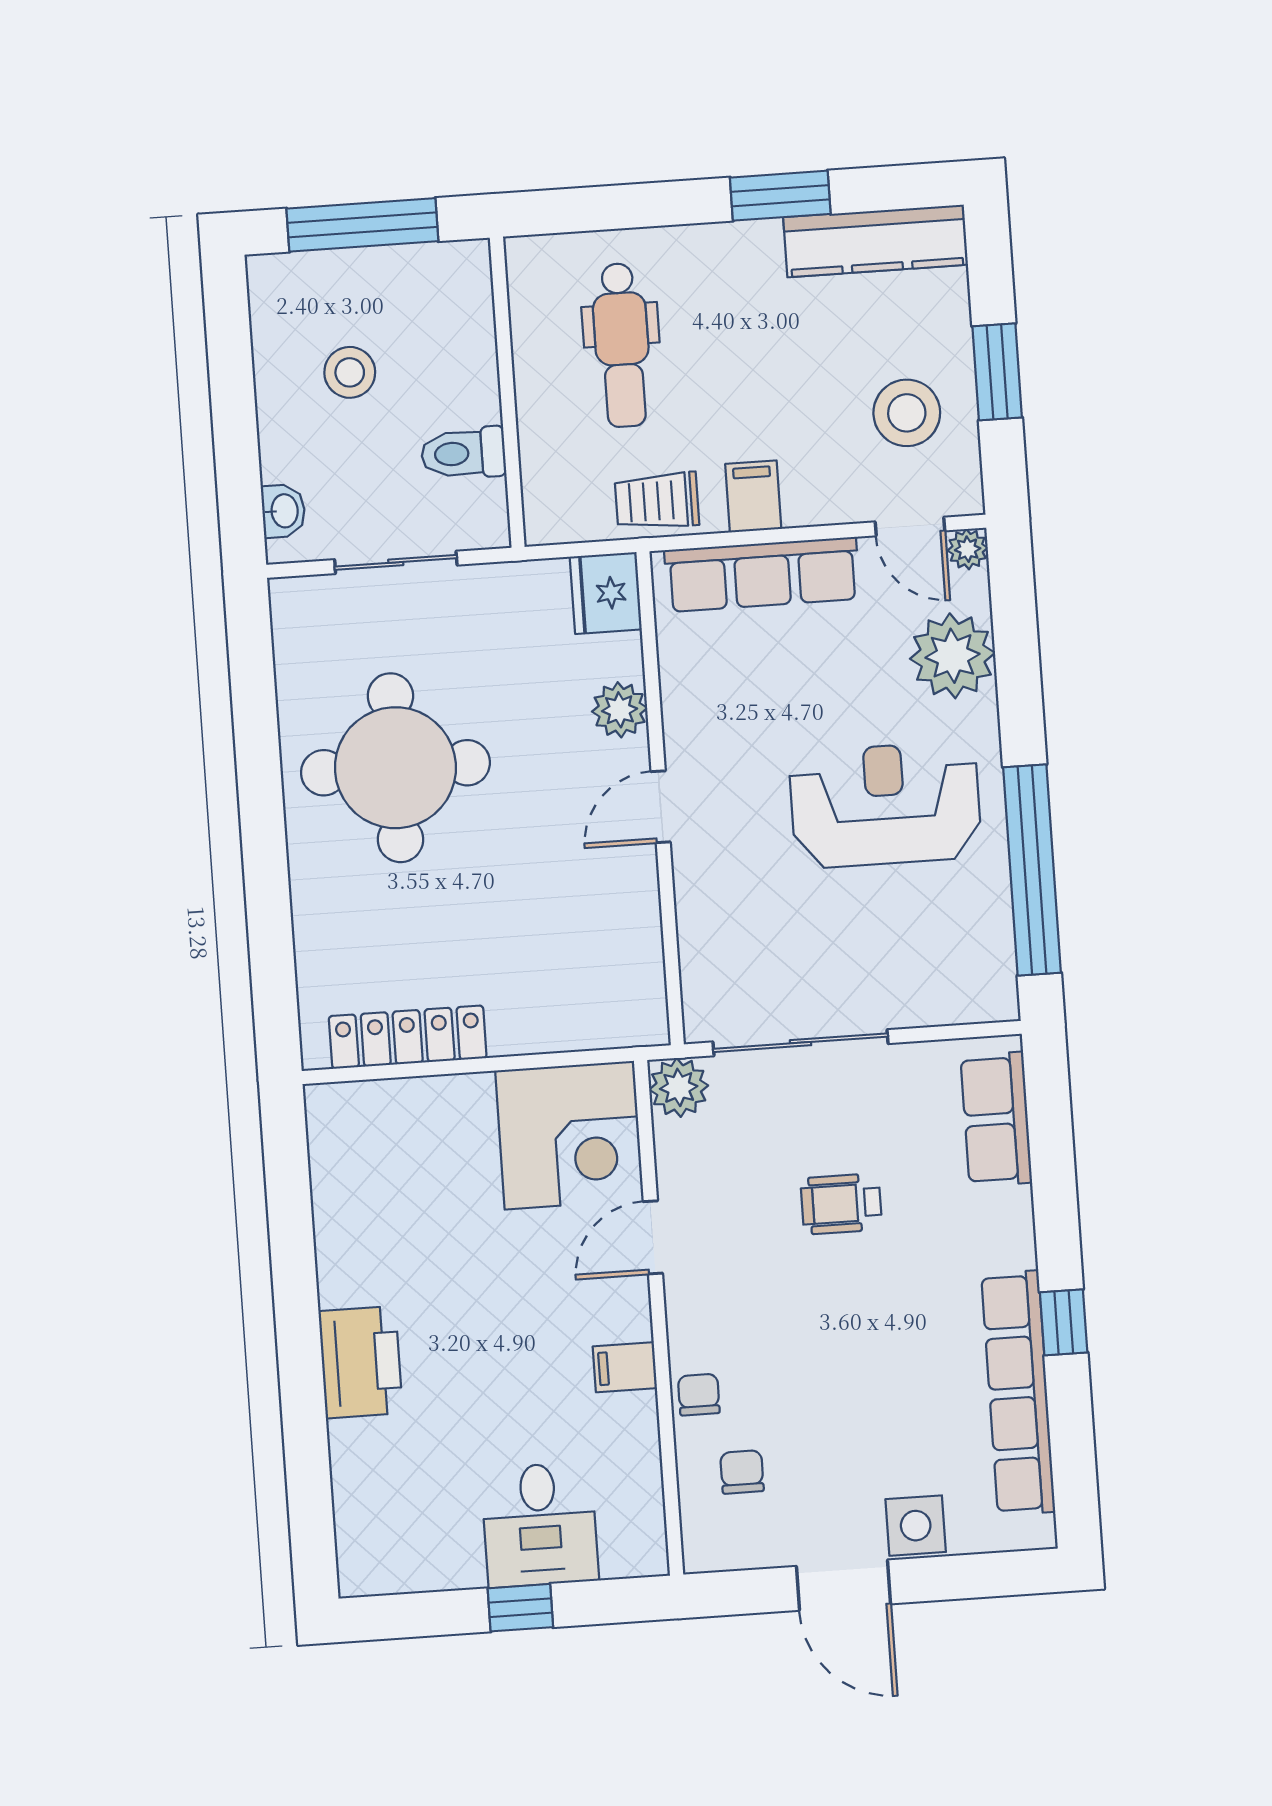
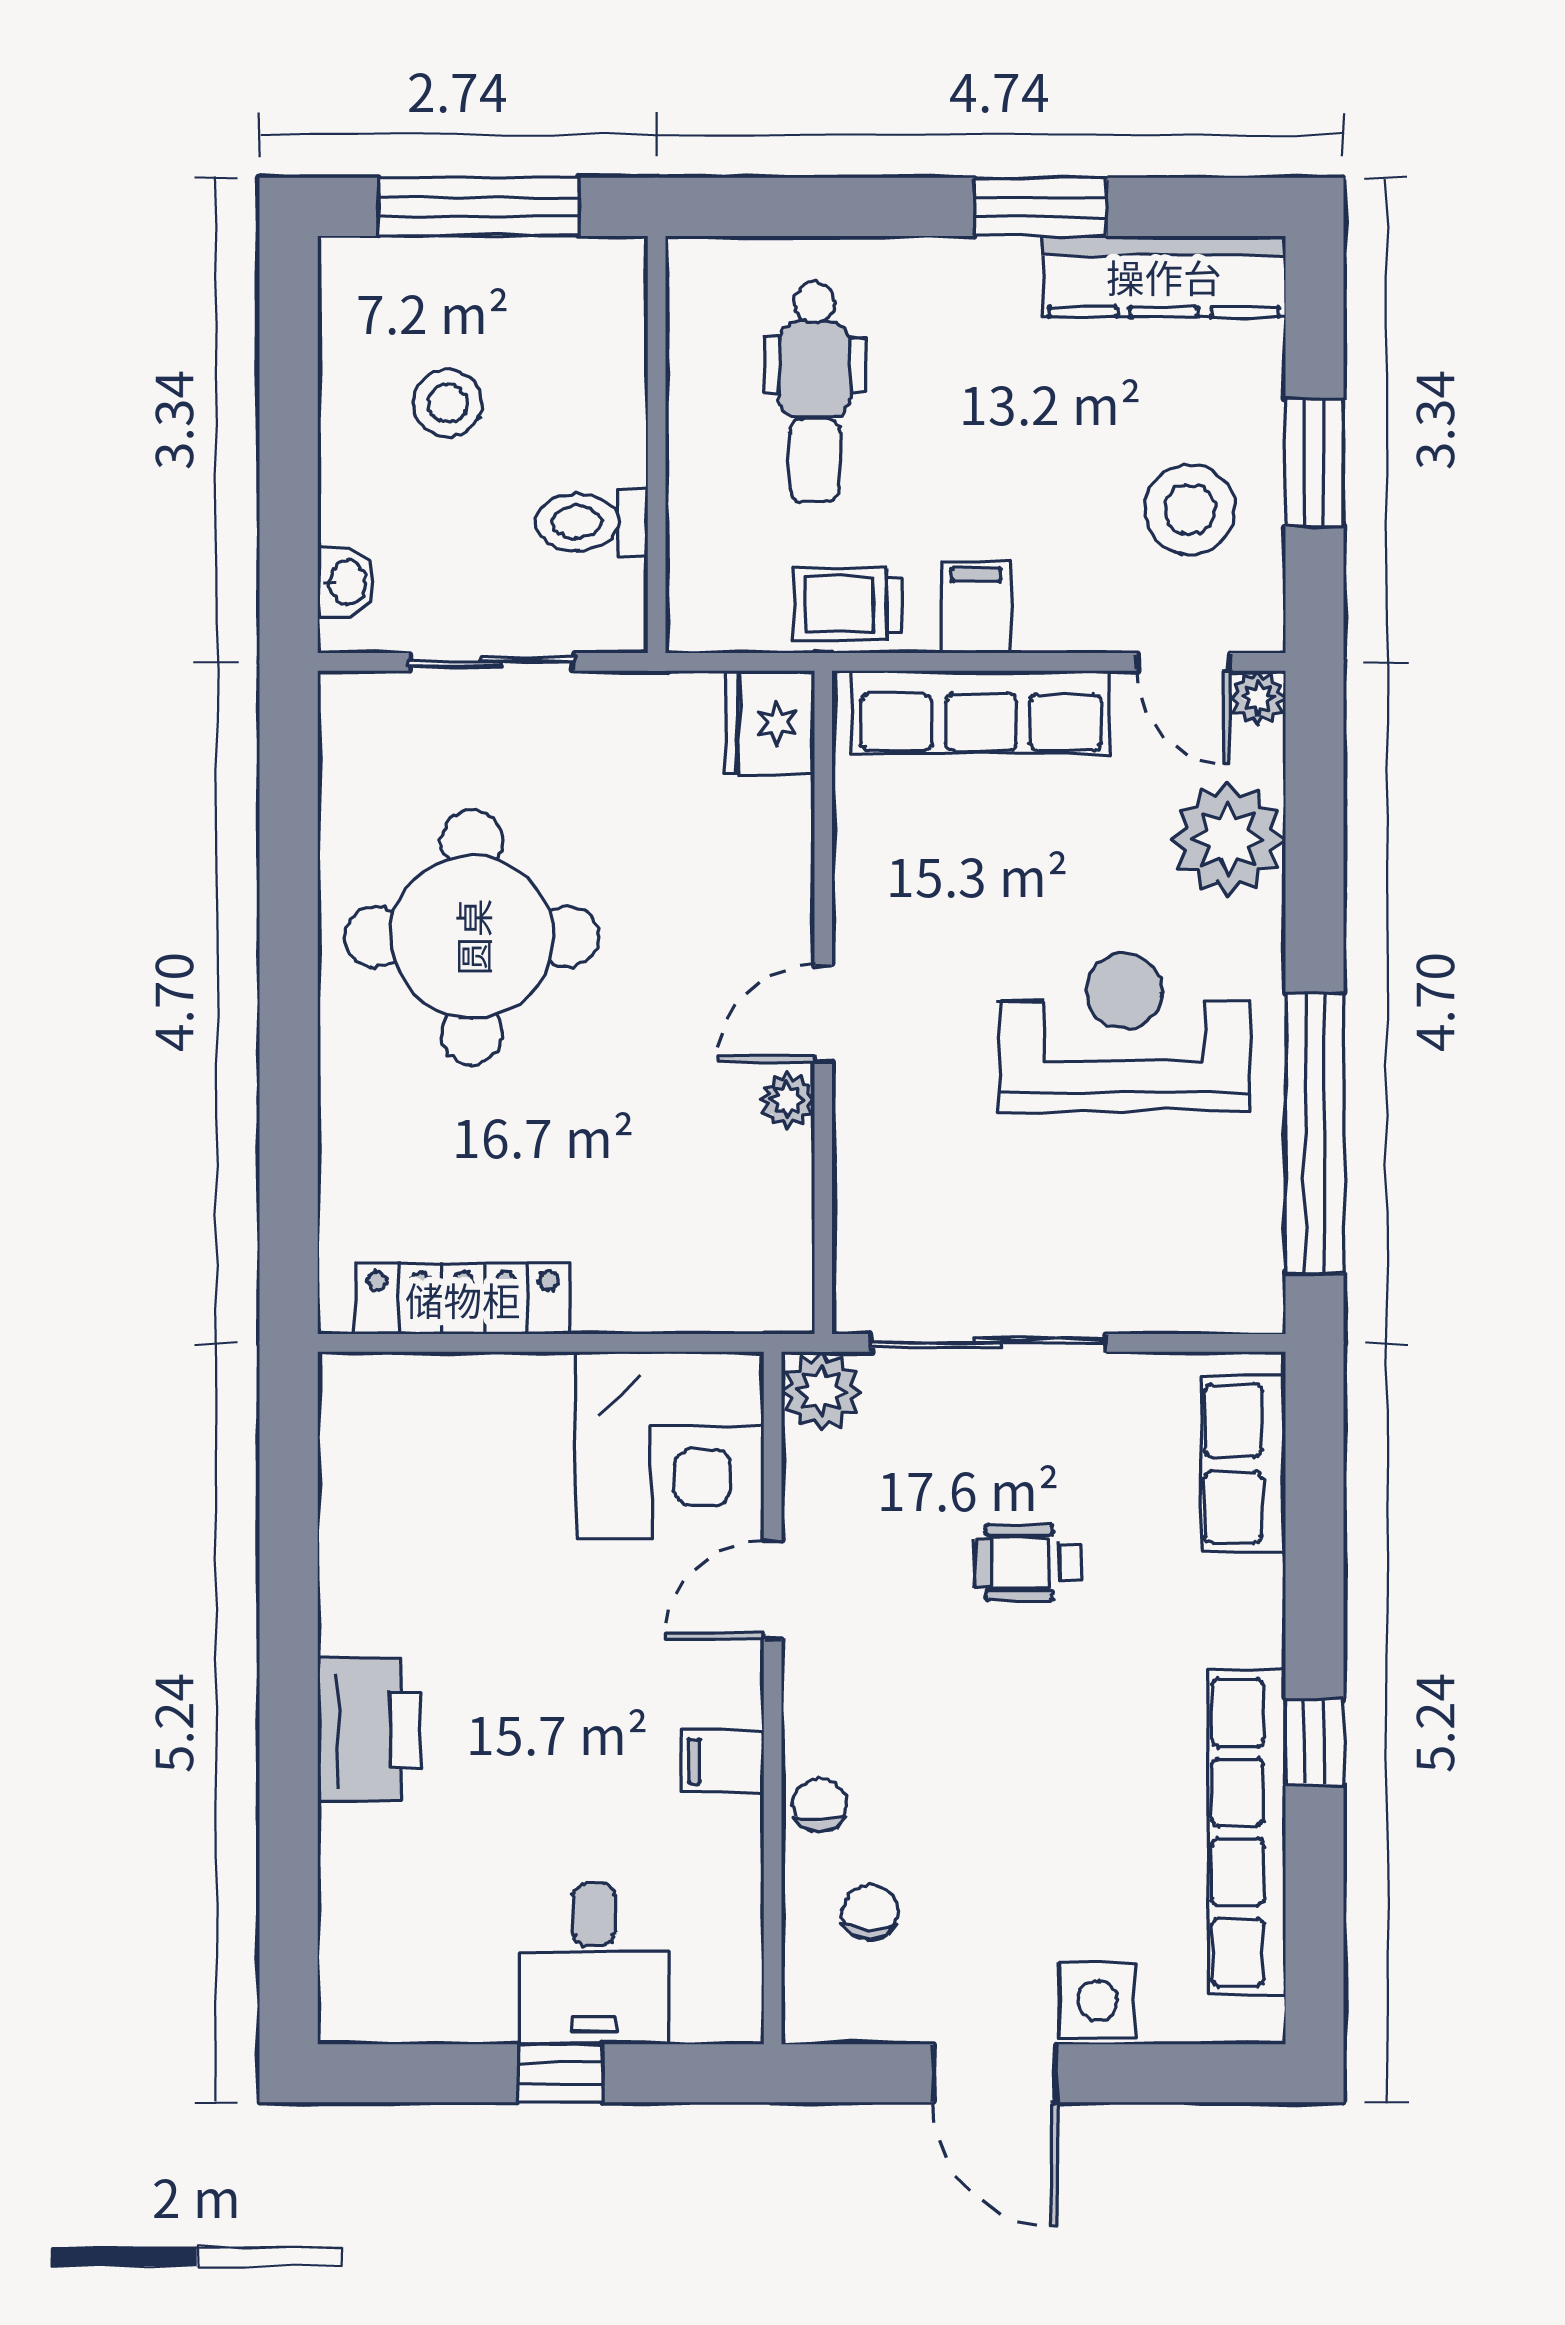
plant: (620, 710) -> (787, 1100), moved, width x0.73, depth x0.73

